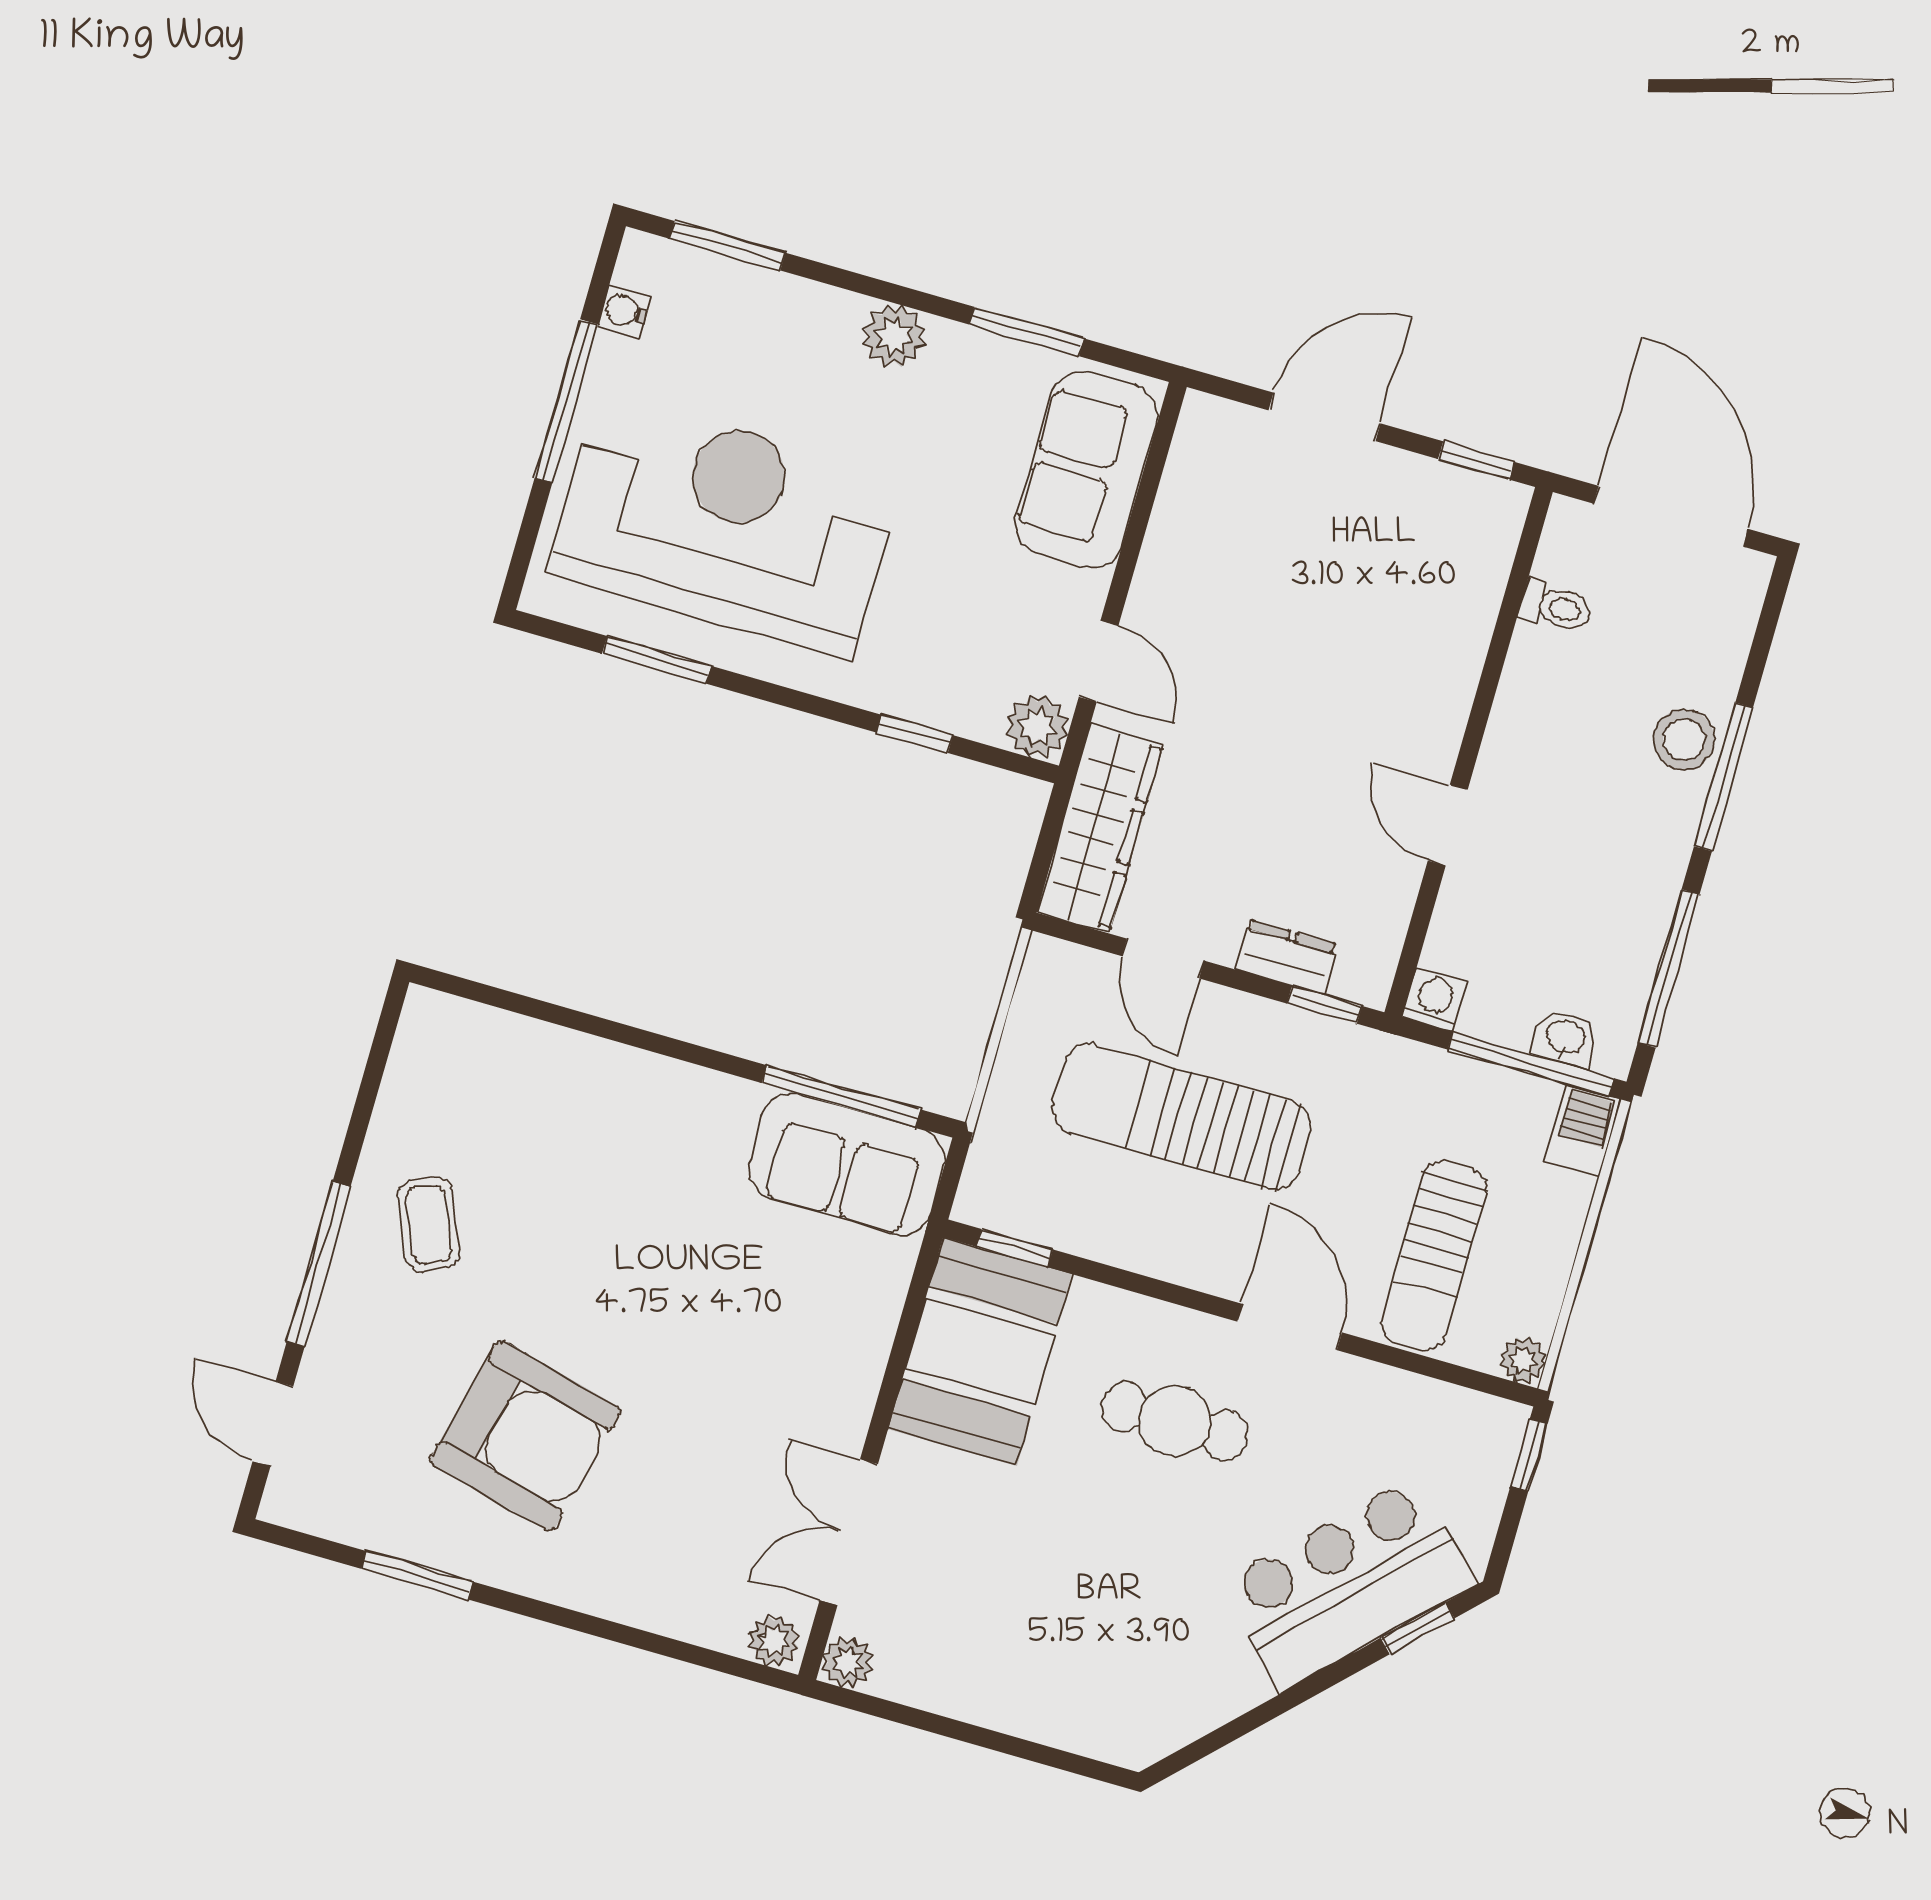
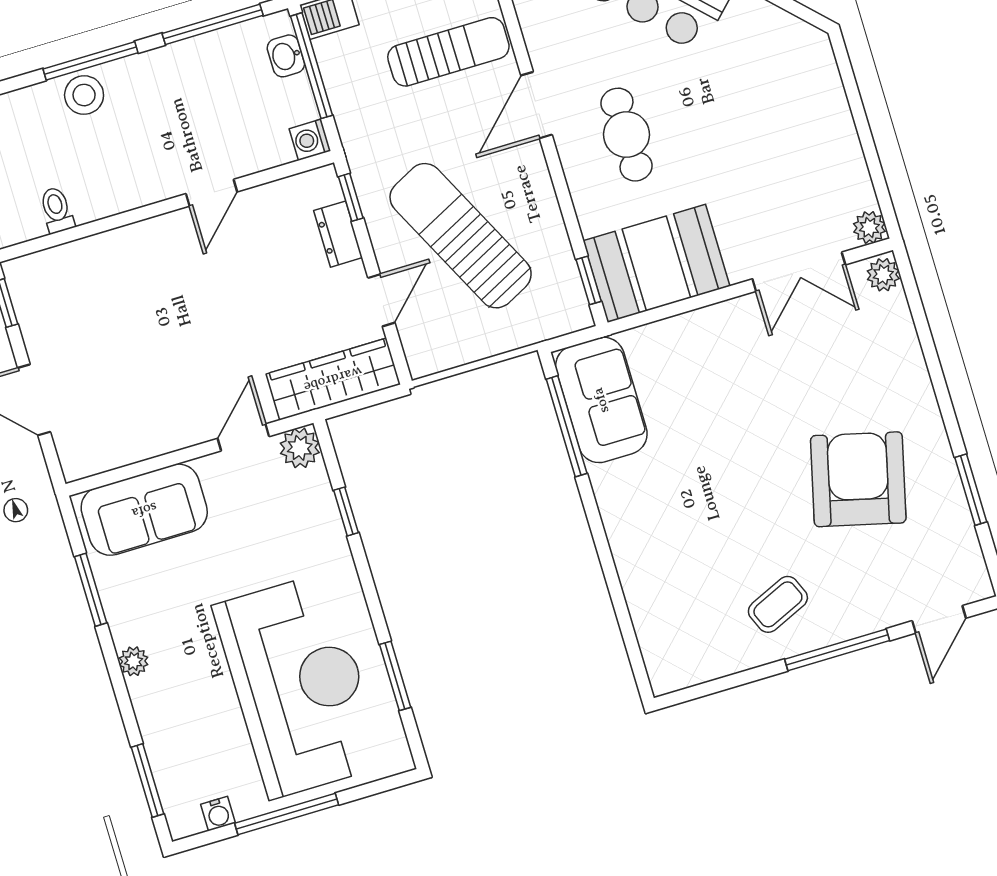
plant: (894, 336) -> (134, 661), width x0.73, depth x0.73
reception desk: (725, 525) -> (299, 686), turned 180
sun lounger: (1181, 1117) -> (461, 236), turned 153

